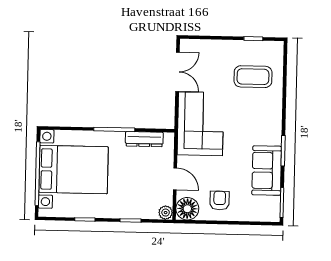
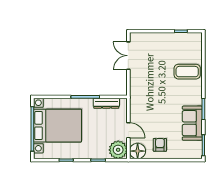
double door: (177, 72) -> (128, 56), swing flipped
coffee table: (253, 77) -> (187, 72), moved
corner sofa: (200, 124) -> (145, 92), removed
plant: (166, 213) -> (118, 150), width x1.87, depth x1.87

